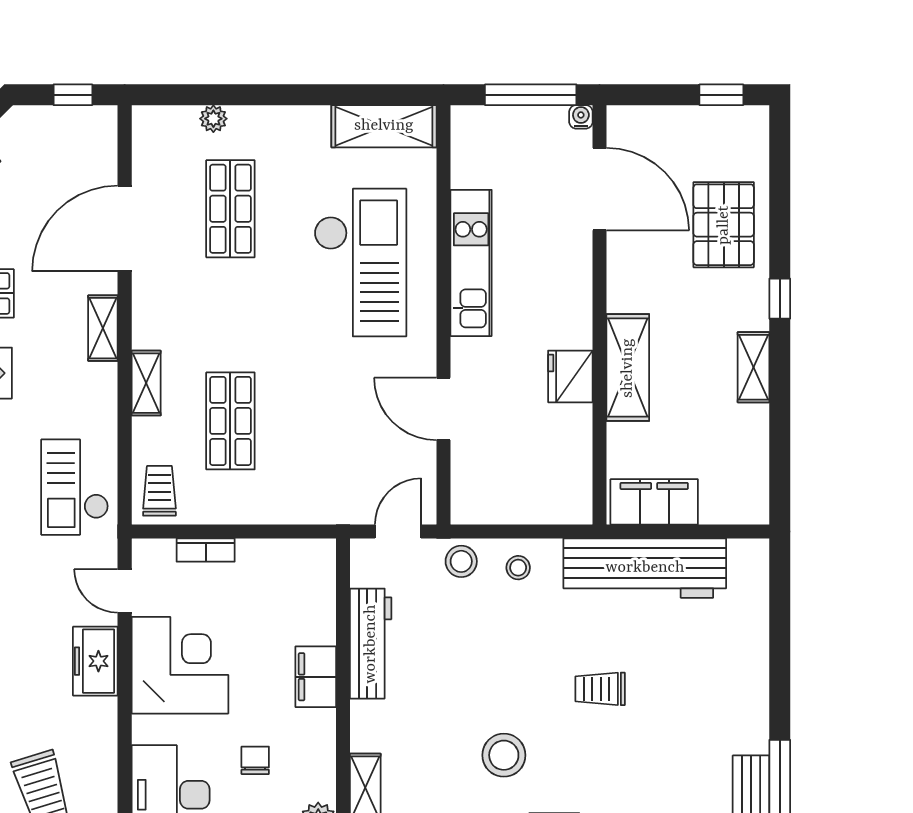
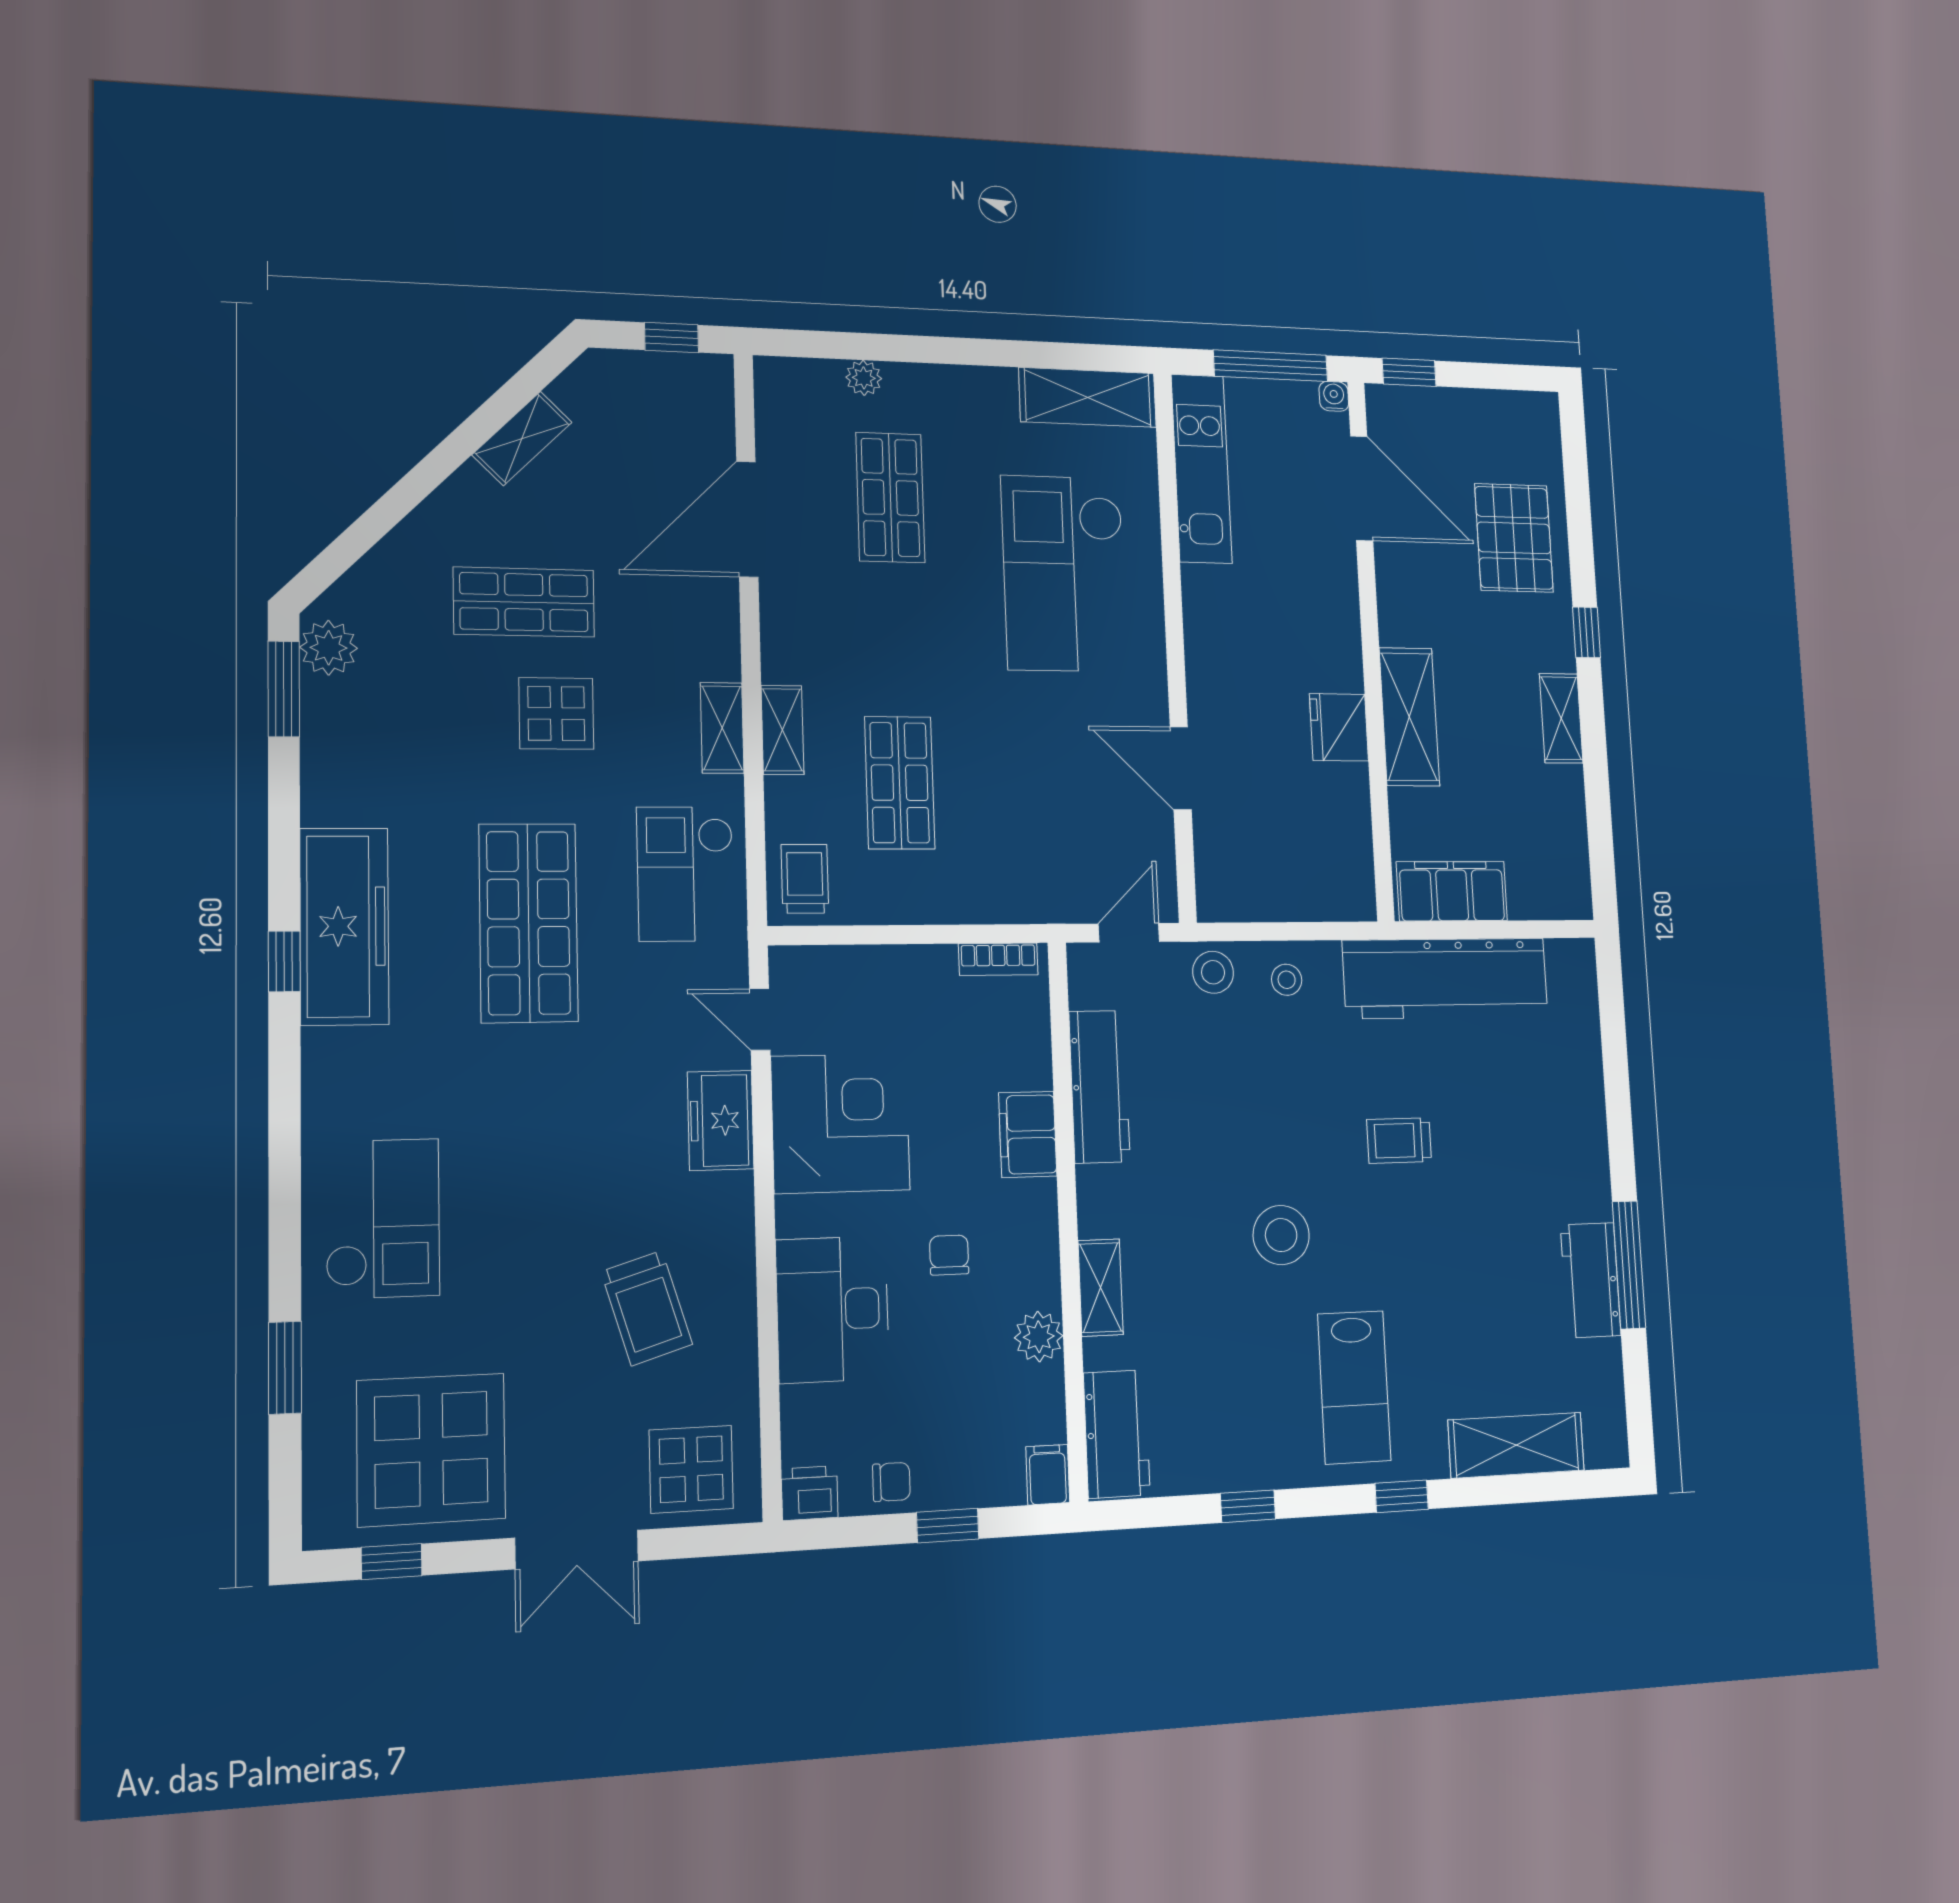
window: (721, 95) -> (1409, 372), moved
checkout: (360, 263) -> (1064, 574), turned 180
kitchen unit: (471, 263) -> (1202, 469), moved
shelving: (103, 328) -> (722, 728), moved
bookcase: (206, 550) -> (998, 959), moved

